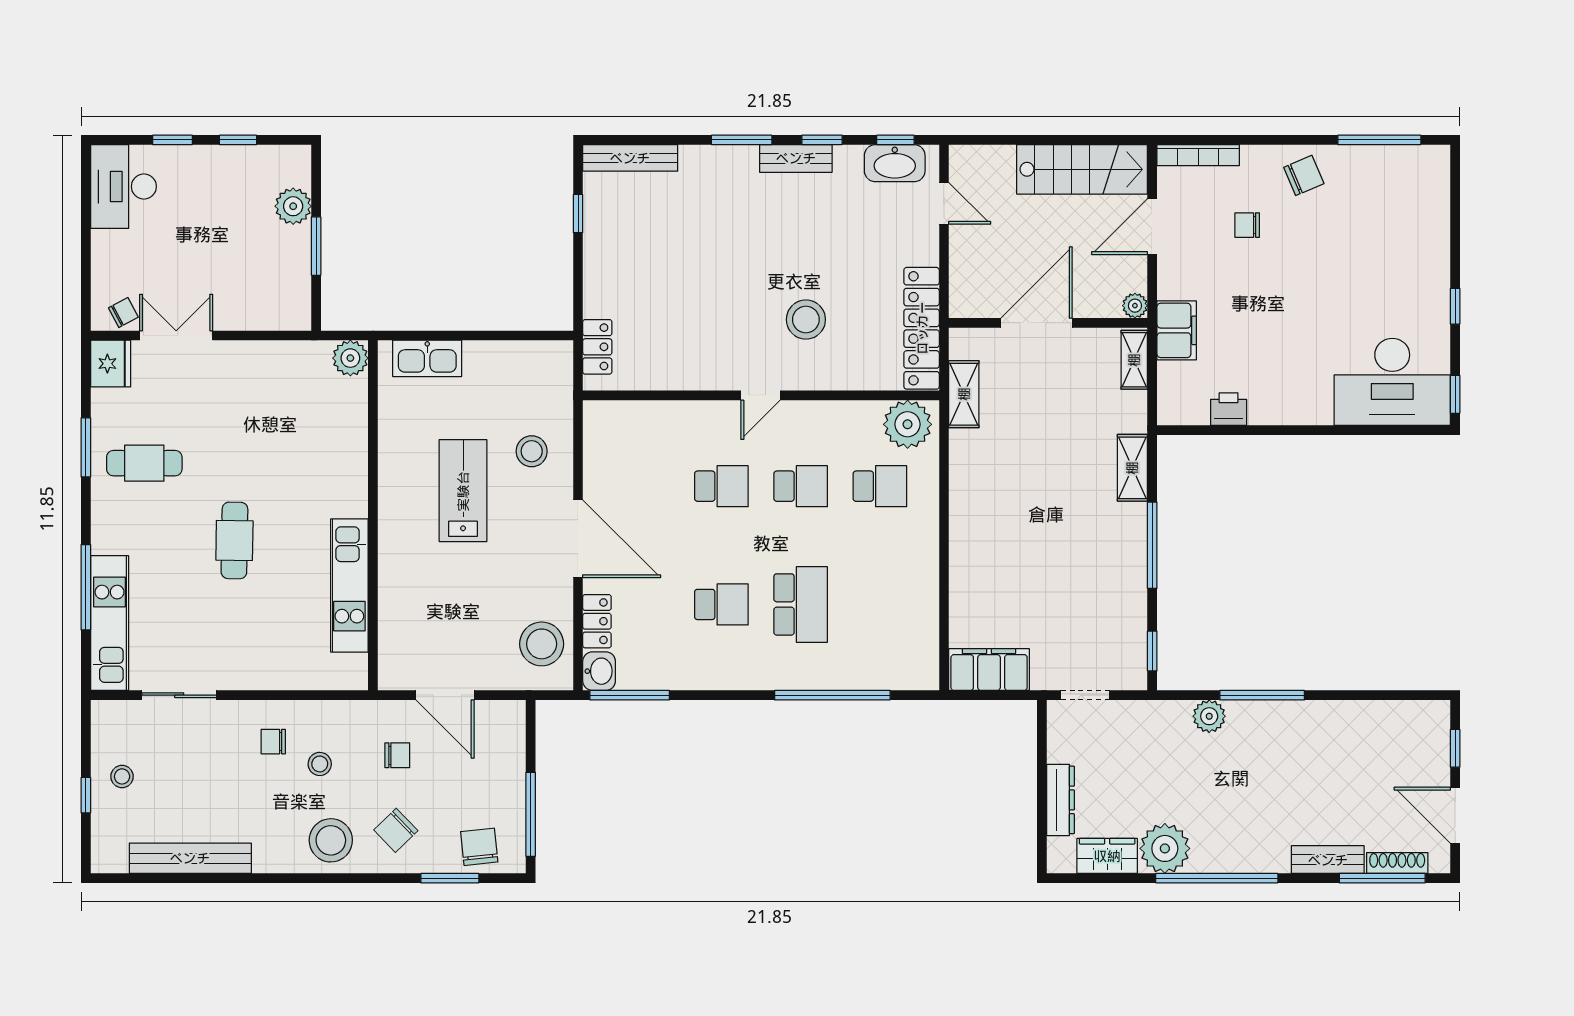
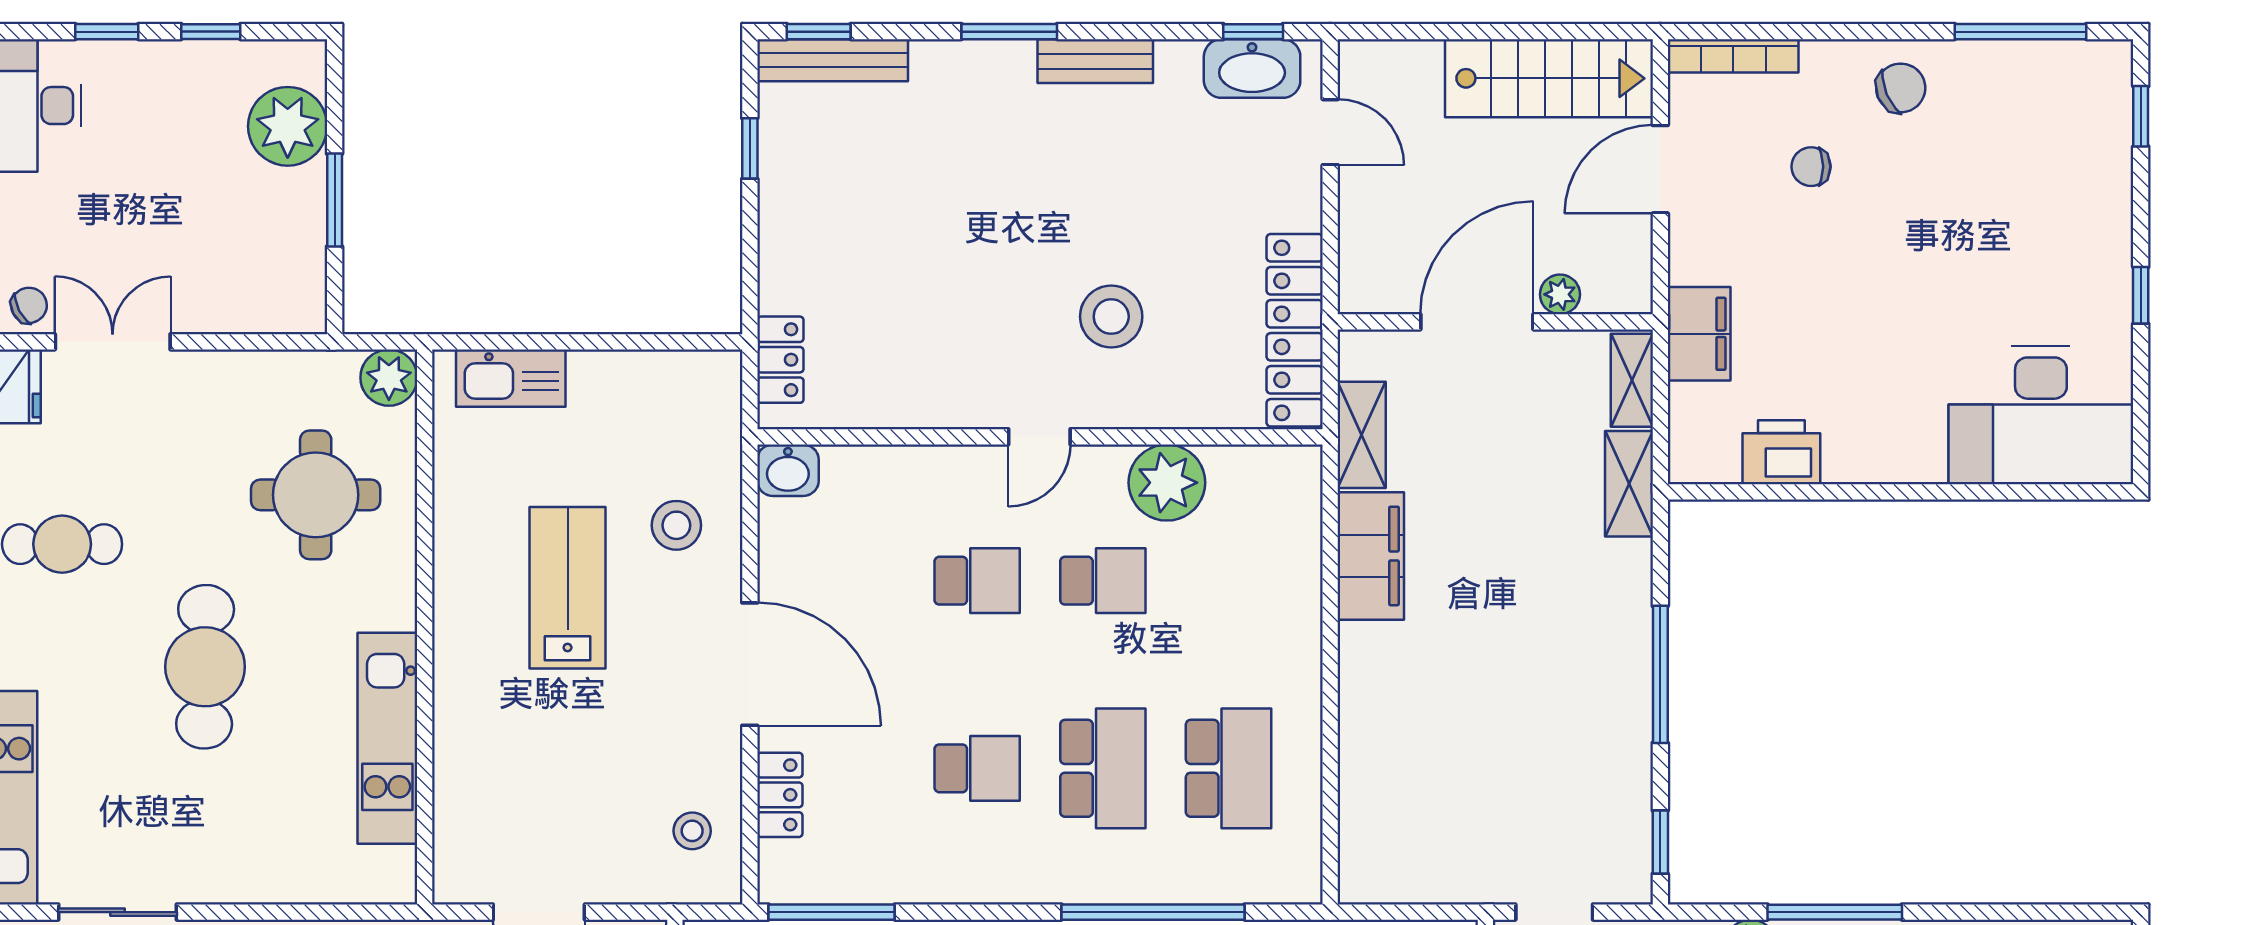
window: (822, 140) -> (819, 32), moved
plant: (293, 206) -> (288, 126), width x1.36, depth x1.36
plant: (1135, 306) -> (1560, 294), moved
window: (1455, 394) -> (2141, 116), moved
printer: (1229, 409) -> (1781, 452), width x1.36, depth x1.24
plant: (908, 424) -> (1167, 483), moved
round table: (304, 432) -> (316, 495), added
shelving: (1132, 468) -> (1629, 484), moved
school desk: (880, 486) -> (1229, 768), moved, width x1.85
cafe table: (234, 540) -> (205, 667), width x1.37, depth x1.35
stool: (542, 644) -> (692, 831), width x0.53, depth x0.53
filing cabinet: (989, 670) -> (1371, 556), moved, turned 90
washbasin: (599, 671) -> (788, 470), moved, turned 90

